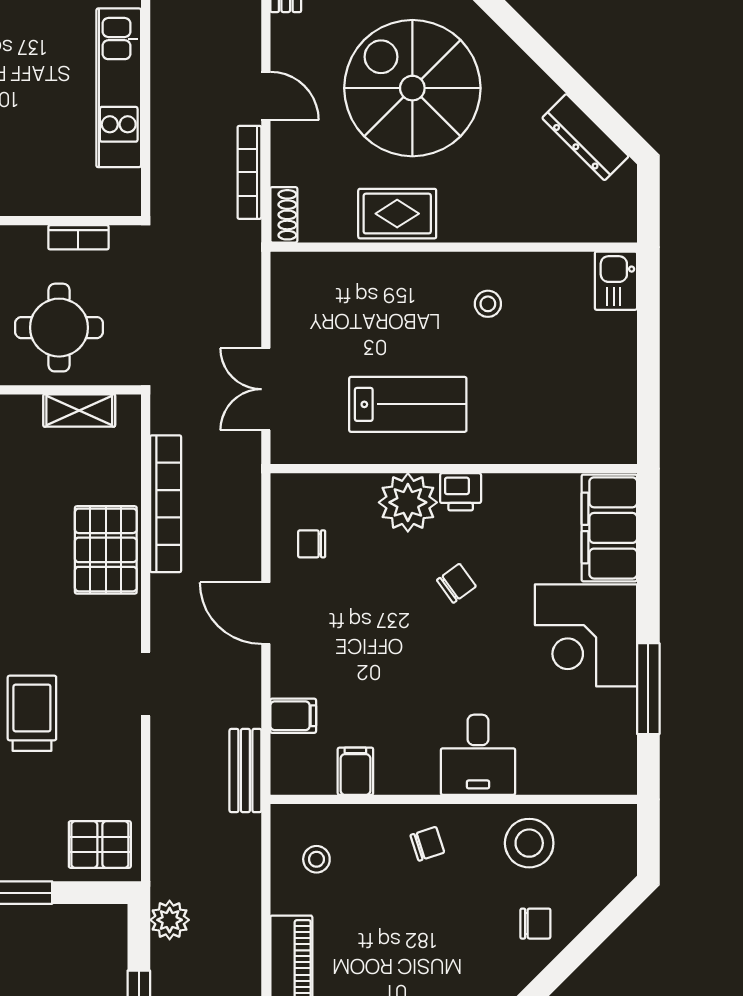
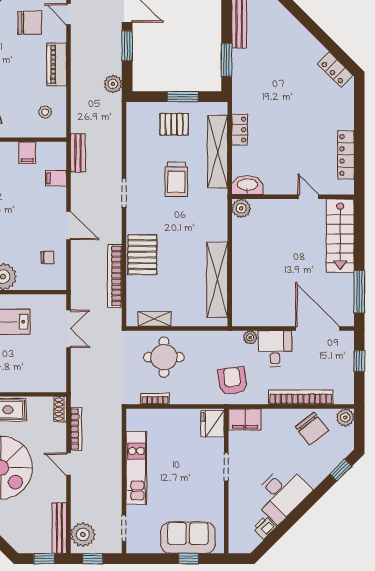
pallet: (100, 845) -> (174, 124), moved

